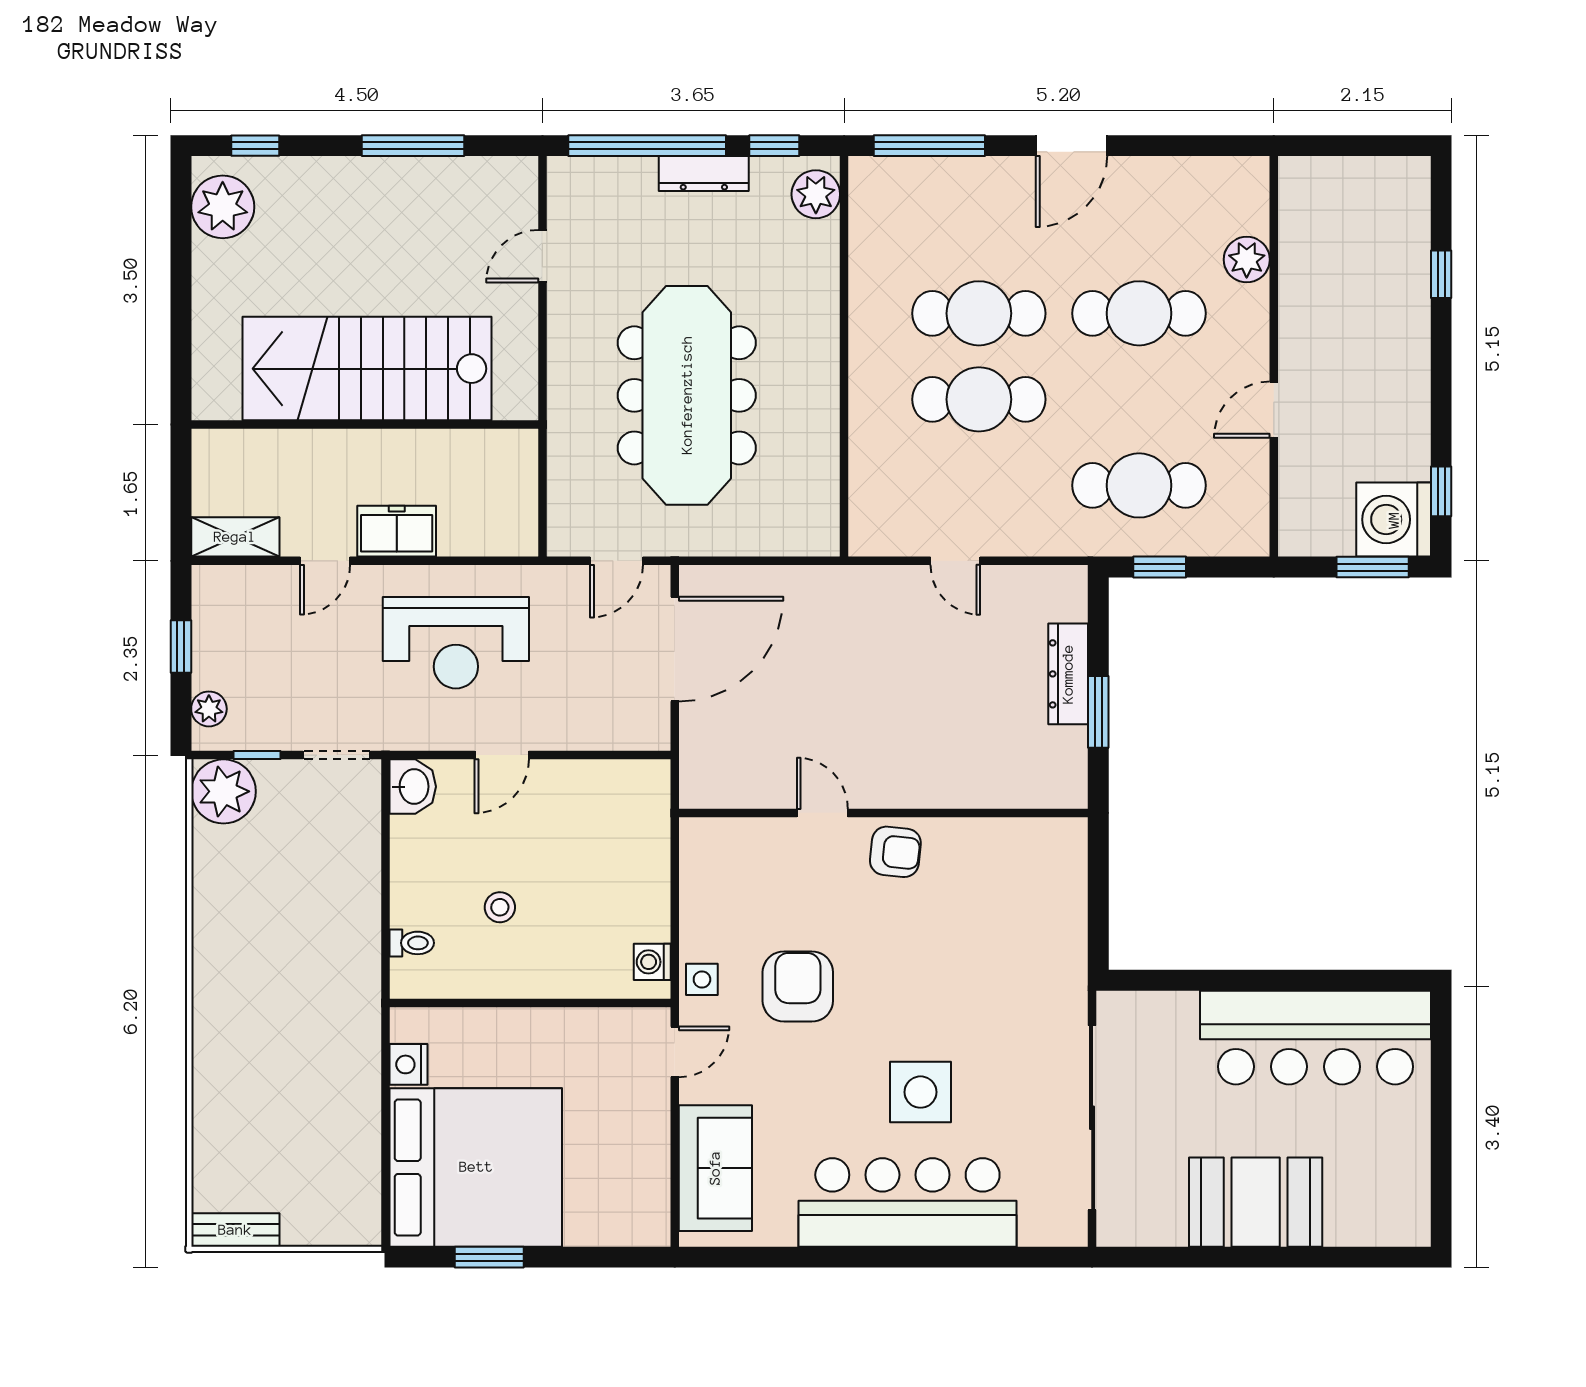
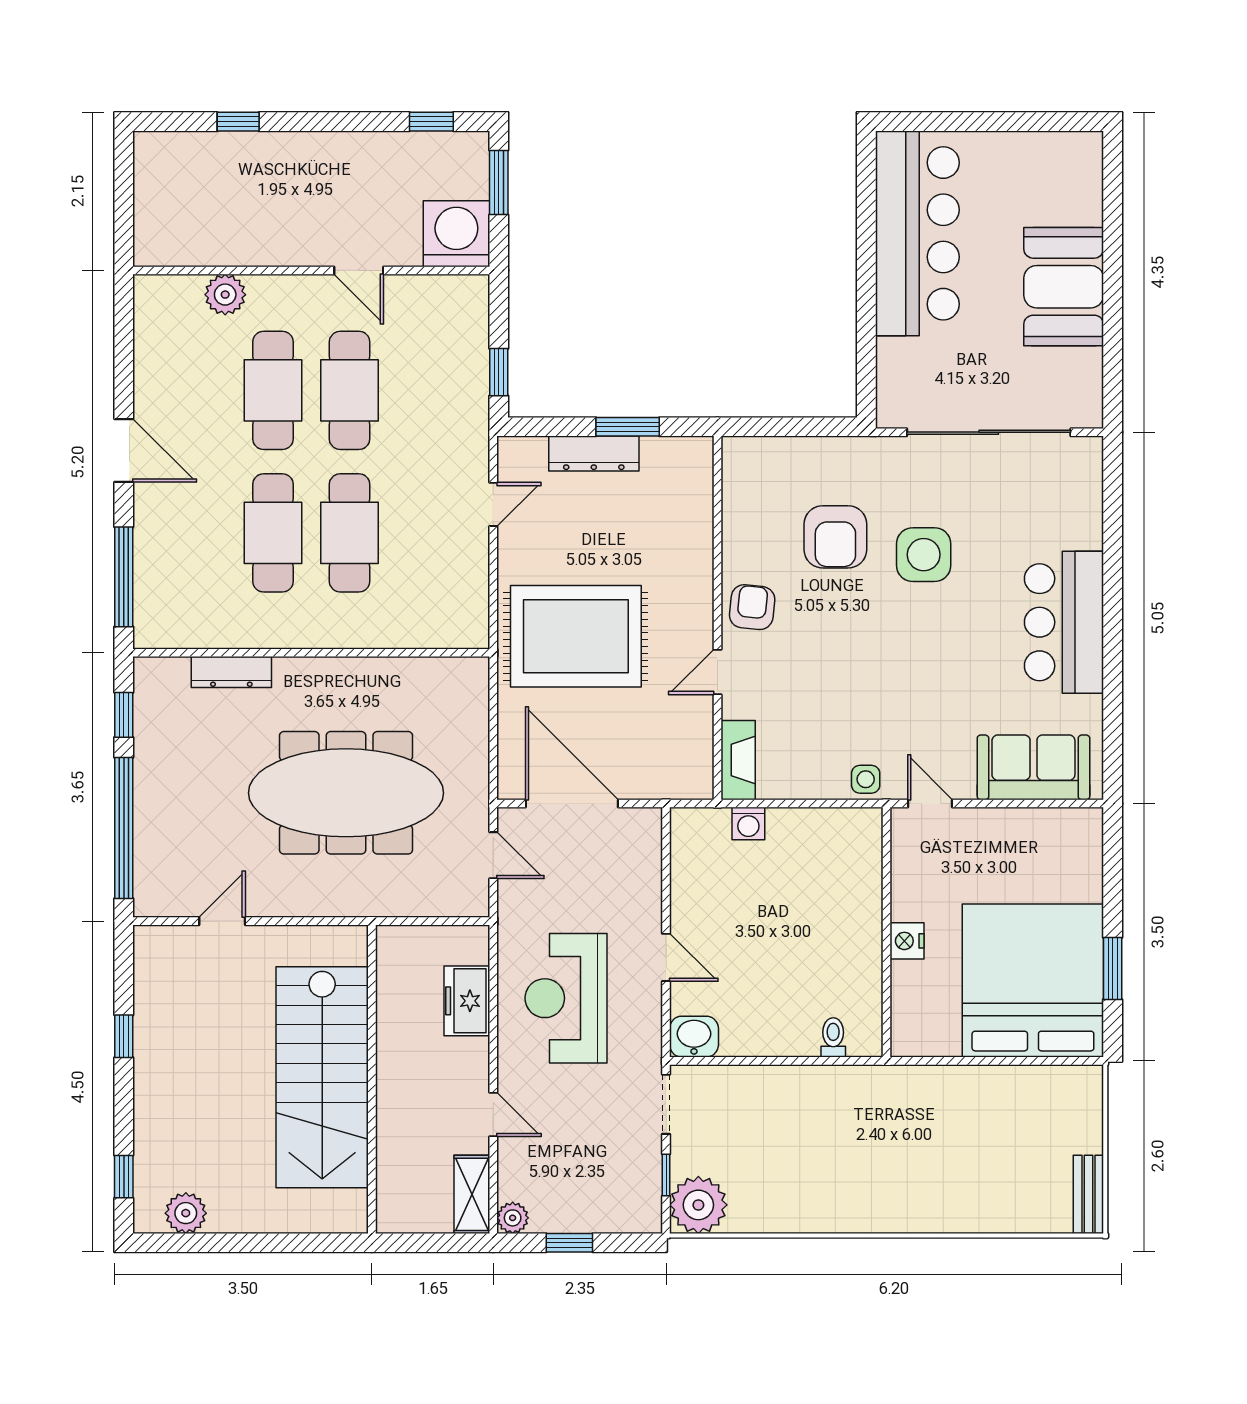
window: (413, 146) -> (124, 1036), width x0.46
dresser: (704, 173) -> (231, 672), moved, turned 90
plant: (816, 194) -> (167, 678), removed
plant: (223, 207) -> (186, 1213), width x0.73, depth x0.73
door: (542, 256) -> (222, 921), swing flipped
cafe table: (1139, 485) -> (350, 390), moved
washing machine: (1394, 520) -> (456, 234), moved, turned 180
freezer: (397, 531) -> (467, 1001), moved
door: (955, 561) -> (493, 504), moved
reception desk: (456, 643) -> (566, 998), turned 180
rug: (863, 654) -> (576, 636), added
plant: (209, 709) -> (513, 1218), moved
fireplace: (724, 836) -> (738, 760), added
stool: (500, 907) -> (801, 959), removed
washing machine: (652, 962) -> (748, 823), moved
armchair: (798, 986) -> (835, 537), moved, turned -90
nightstand: (408, 1064) -> (907, 941), moved, turned 90
side table: (921, 1092) -> (924, 555), moved
bar counter: (907, 1202) -> (1064, 622), width x0.73

